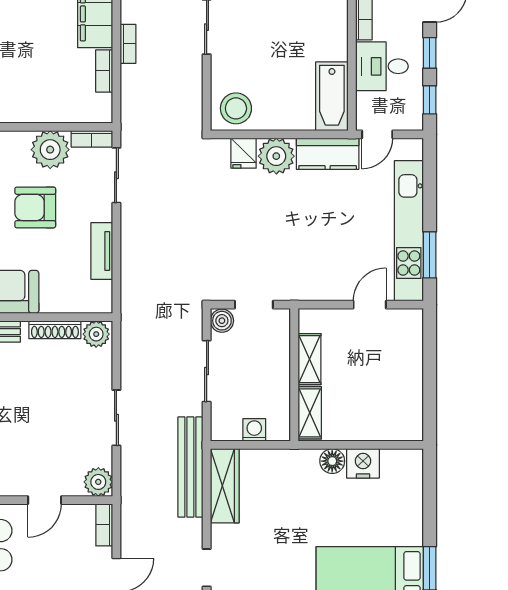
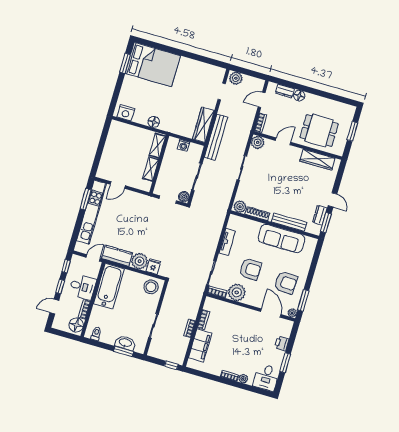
bathtub: (332, 96) -> (109, 286), width x1.36, depth x1.36
nightstand: (363, 463) -> (126, 113), moved

